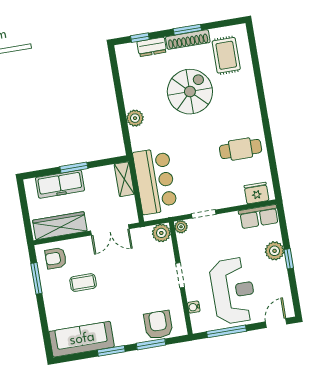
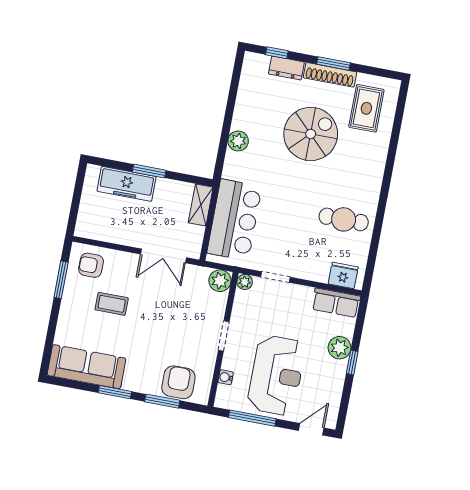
wardrobe: (60, 226) -> (109, 230), removed

